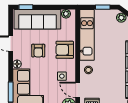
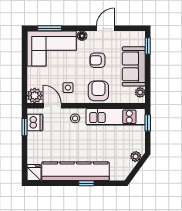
window: (103, 7) -> (148, 123), moved
sofa: (37, 19) -> (134, 66), width x0.73
door: (78, 90) -> (52, 106), hinge flipped

